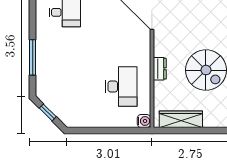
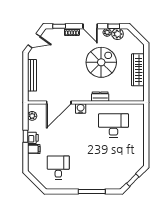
wardrobe: (181, 119) -> (138, 70), moved
water cooler: (144, 121) -> (81, 108), moved

